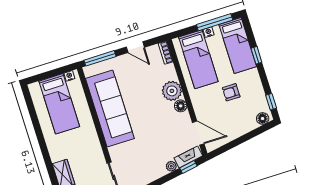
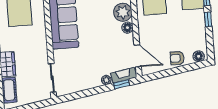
armchair: (231, 92) -> (177, 58), moved
window: (271, 102) -> (208, 19), moved

